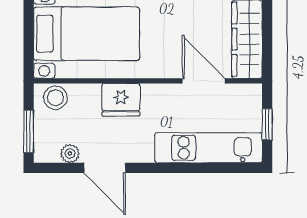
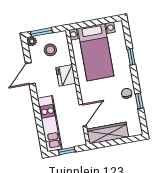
stool: (55, 98) -> (50, 50), moved
plant: (70, 154) -> (32, 41), moved

